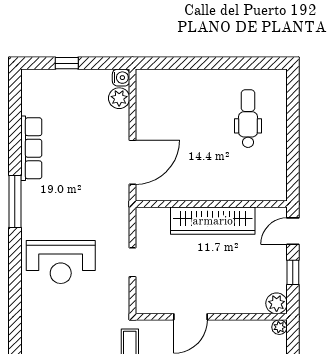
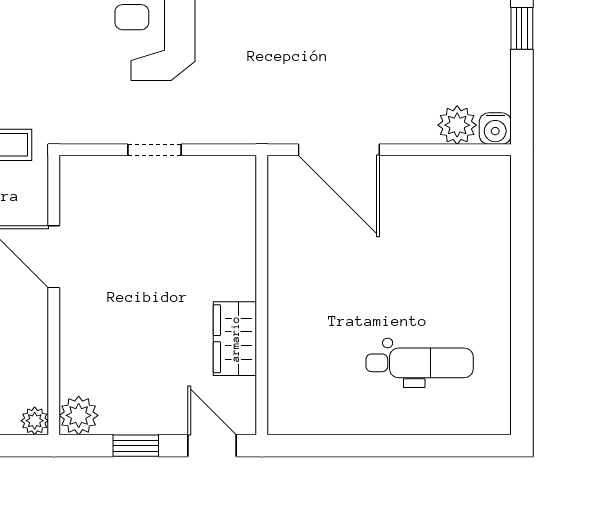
wardrobe: (213, 221) -> (235, 339), width x0.48, depth x0.85

